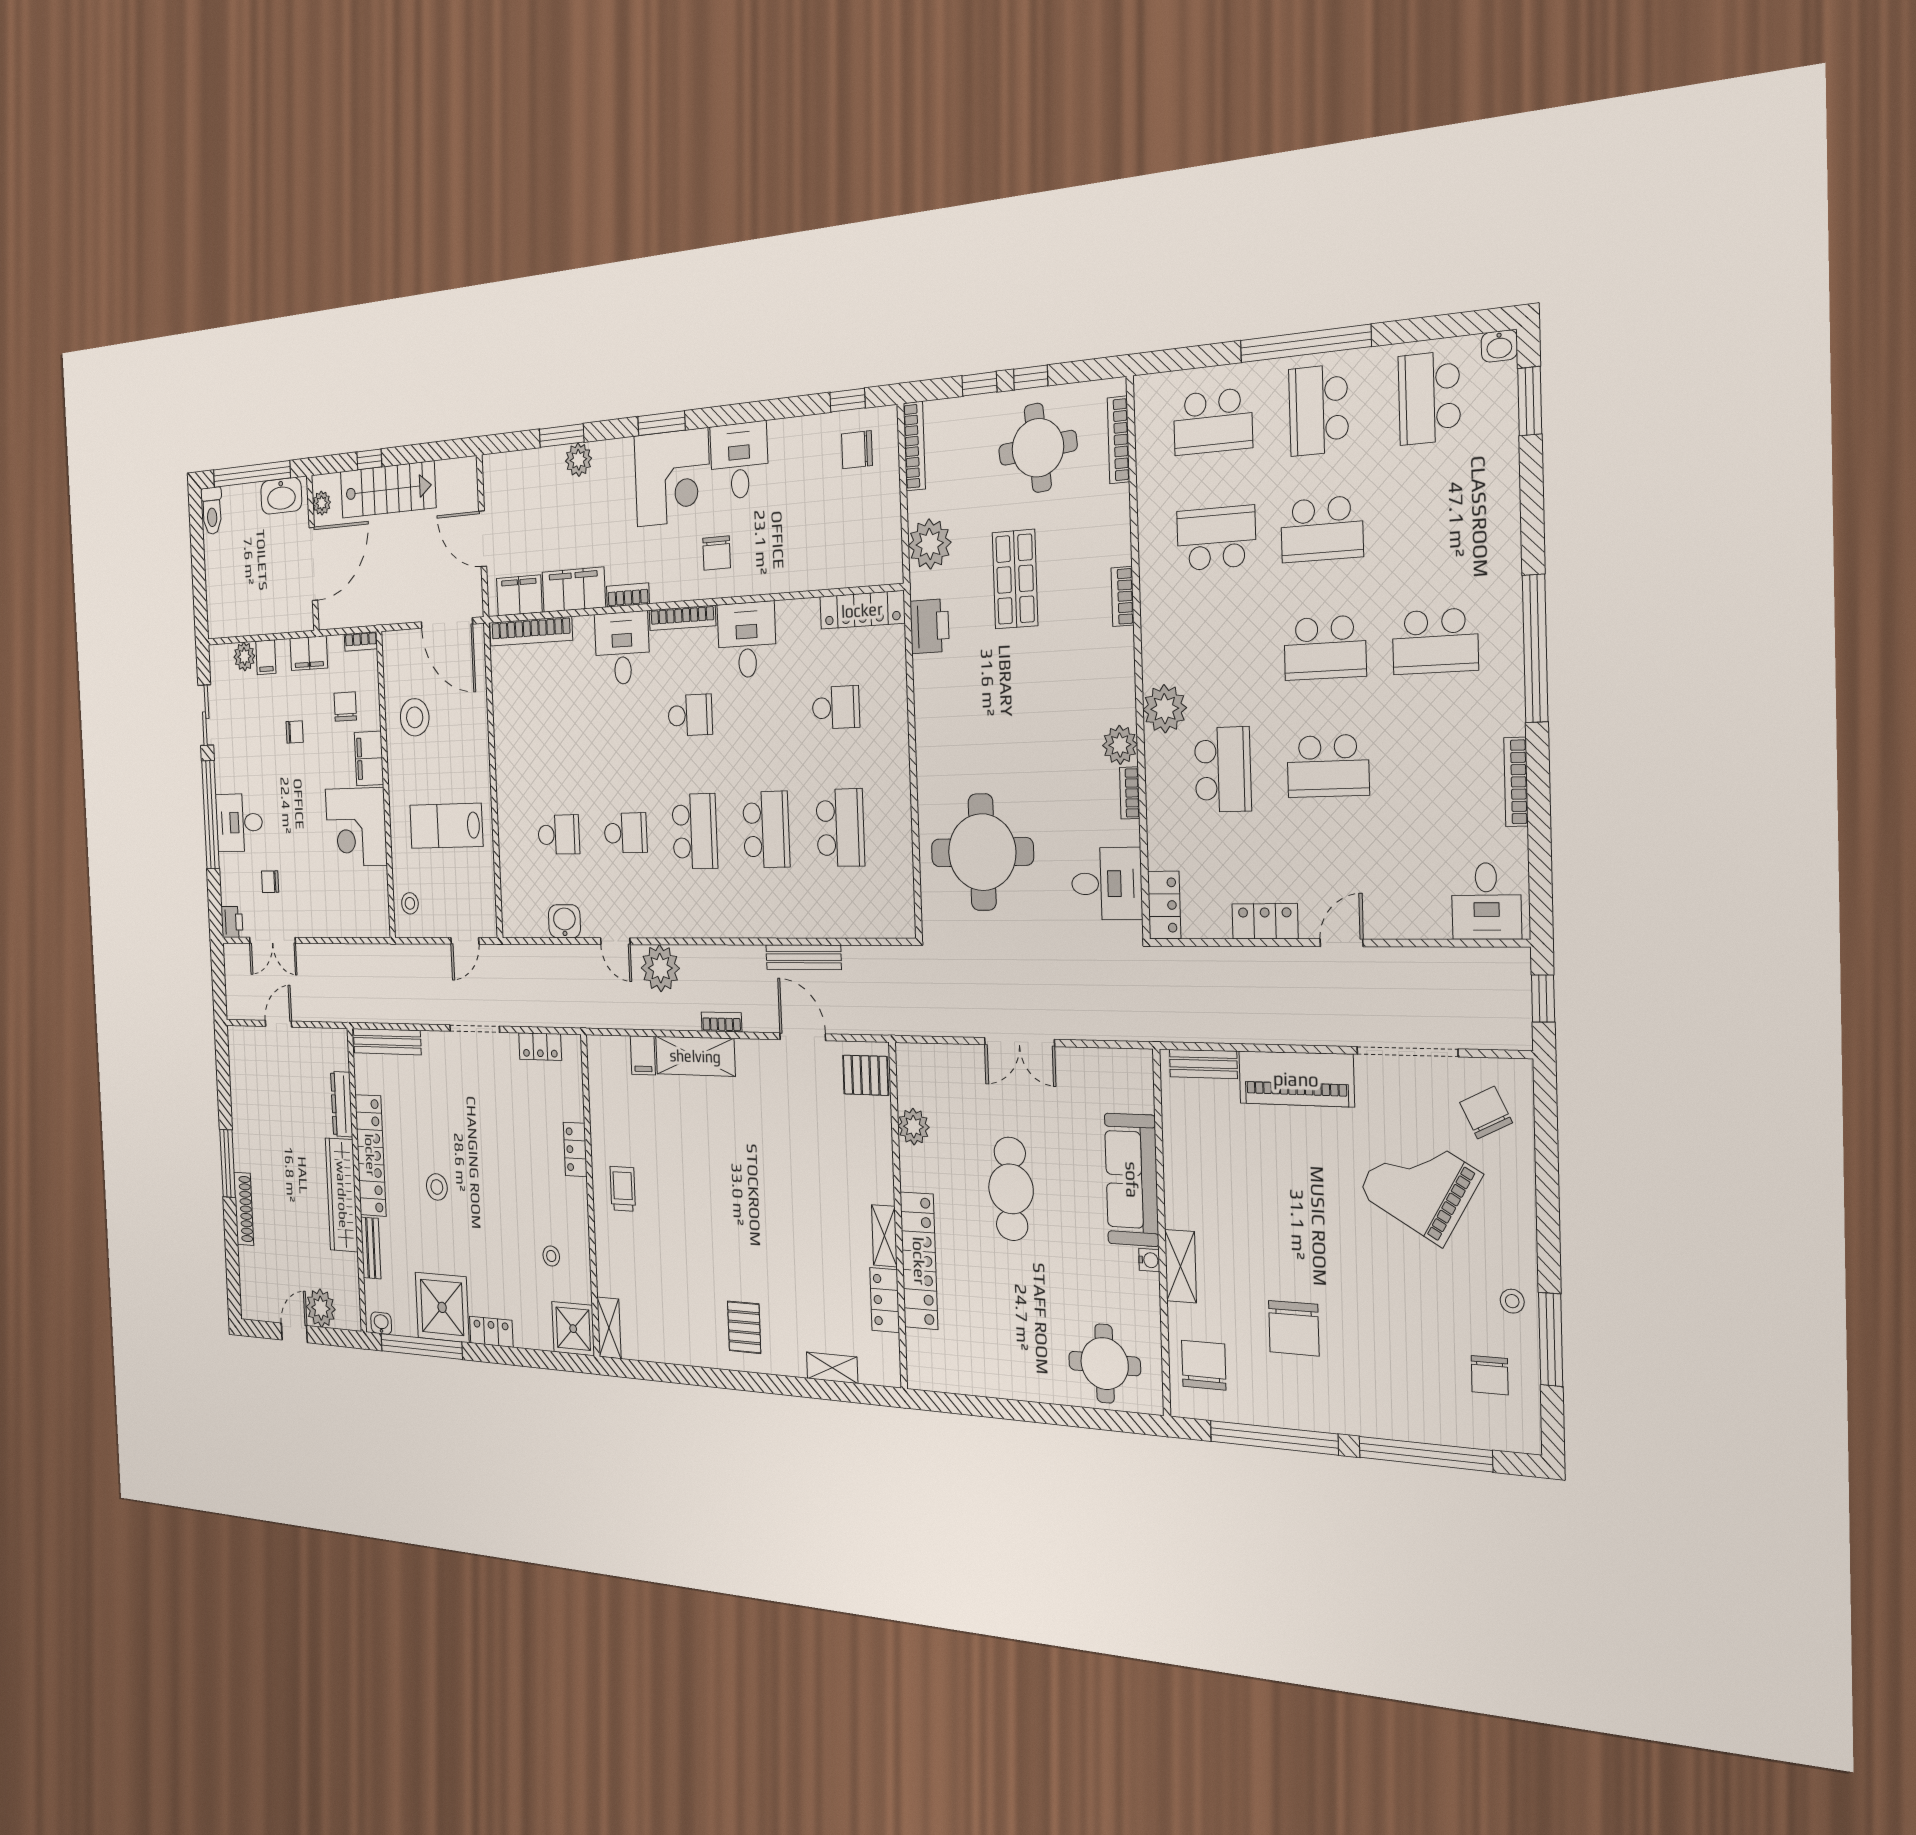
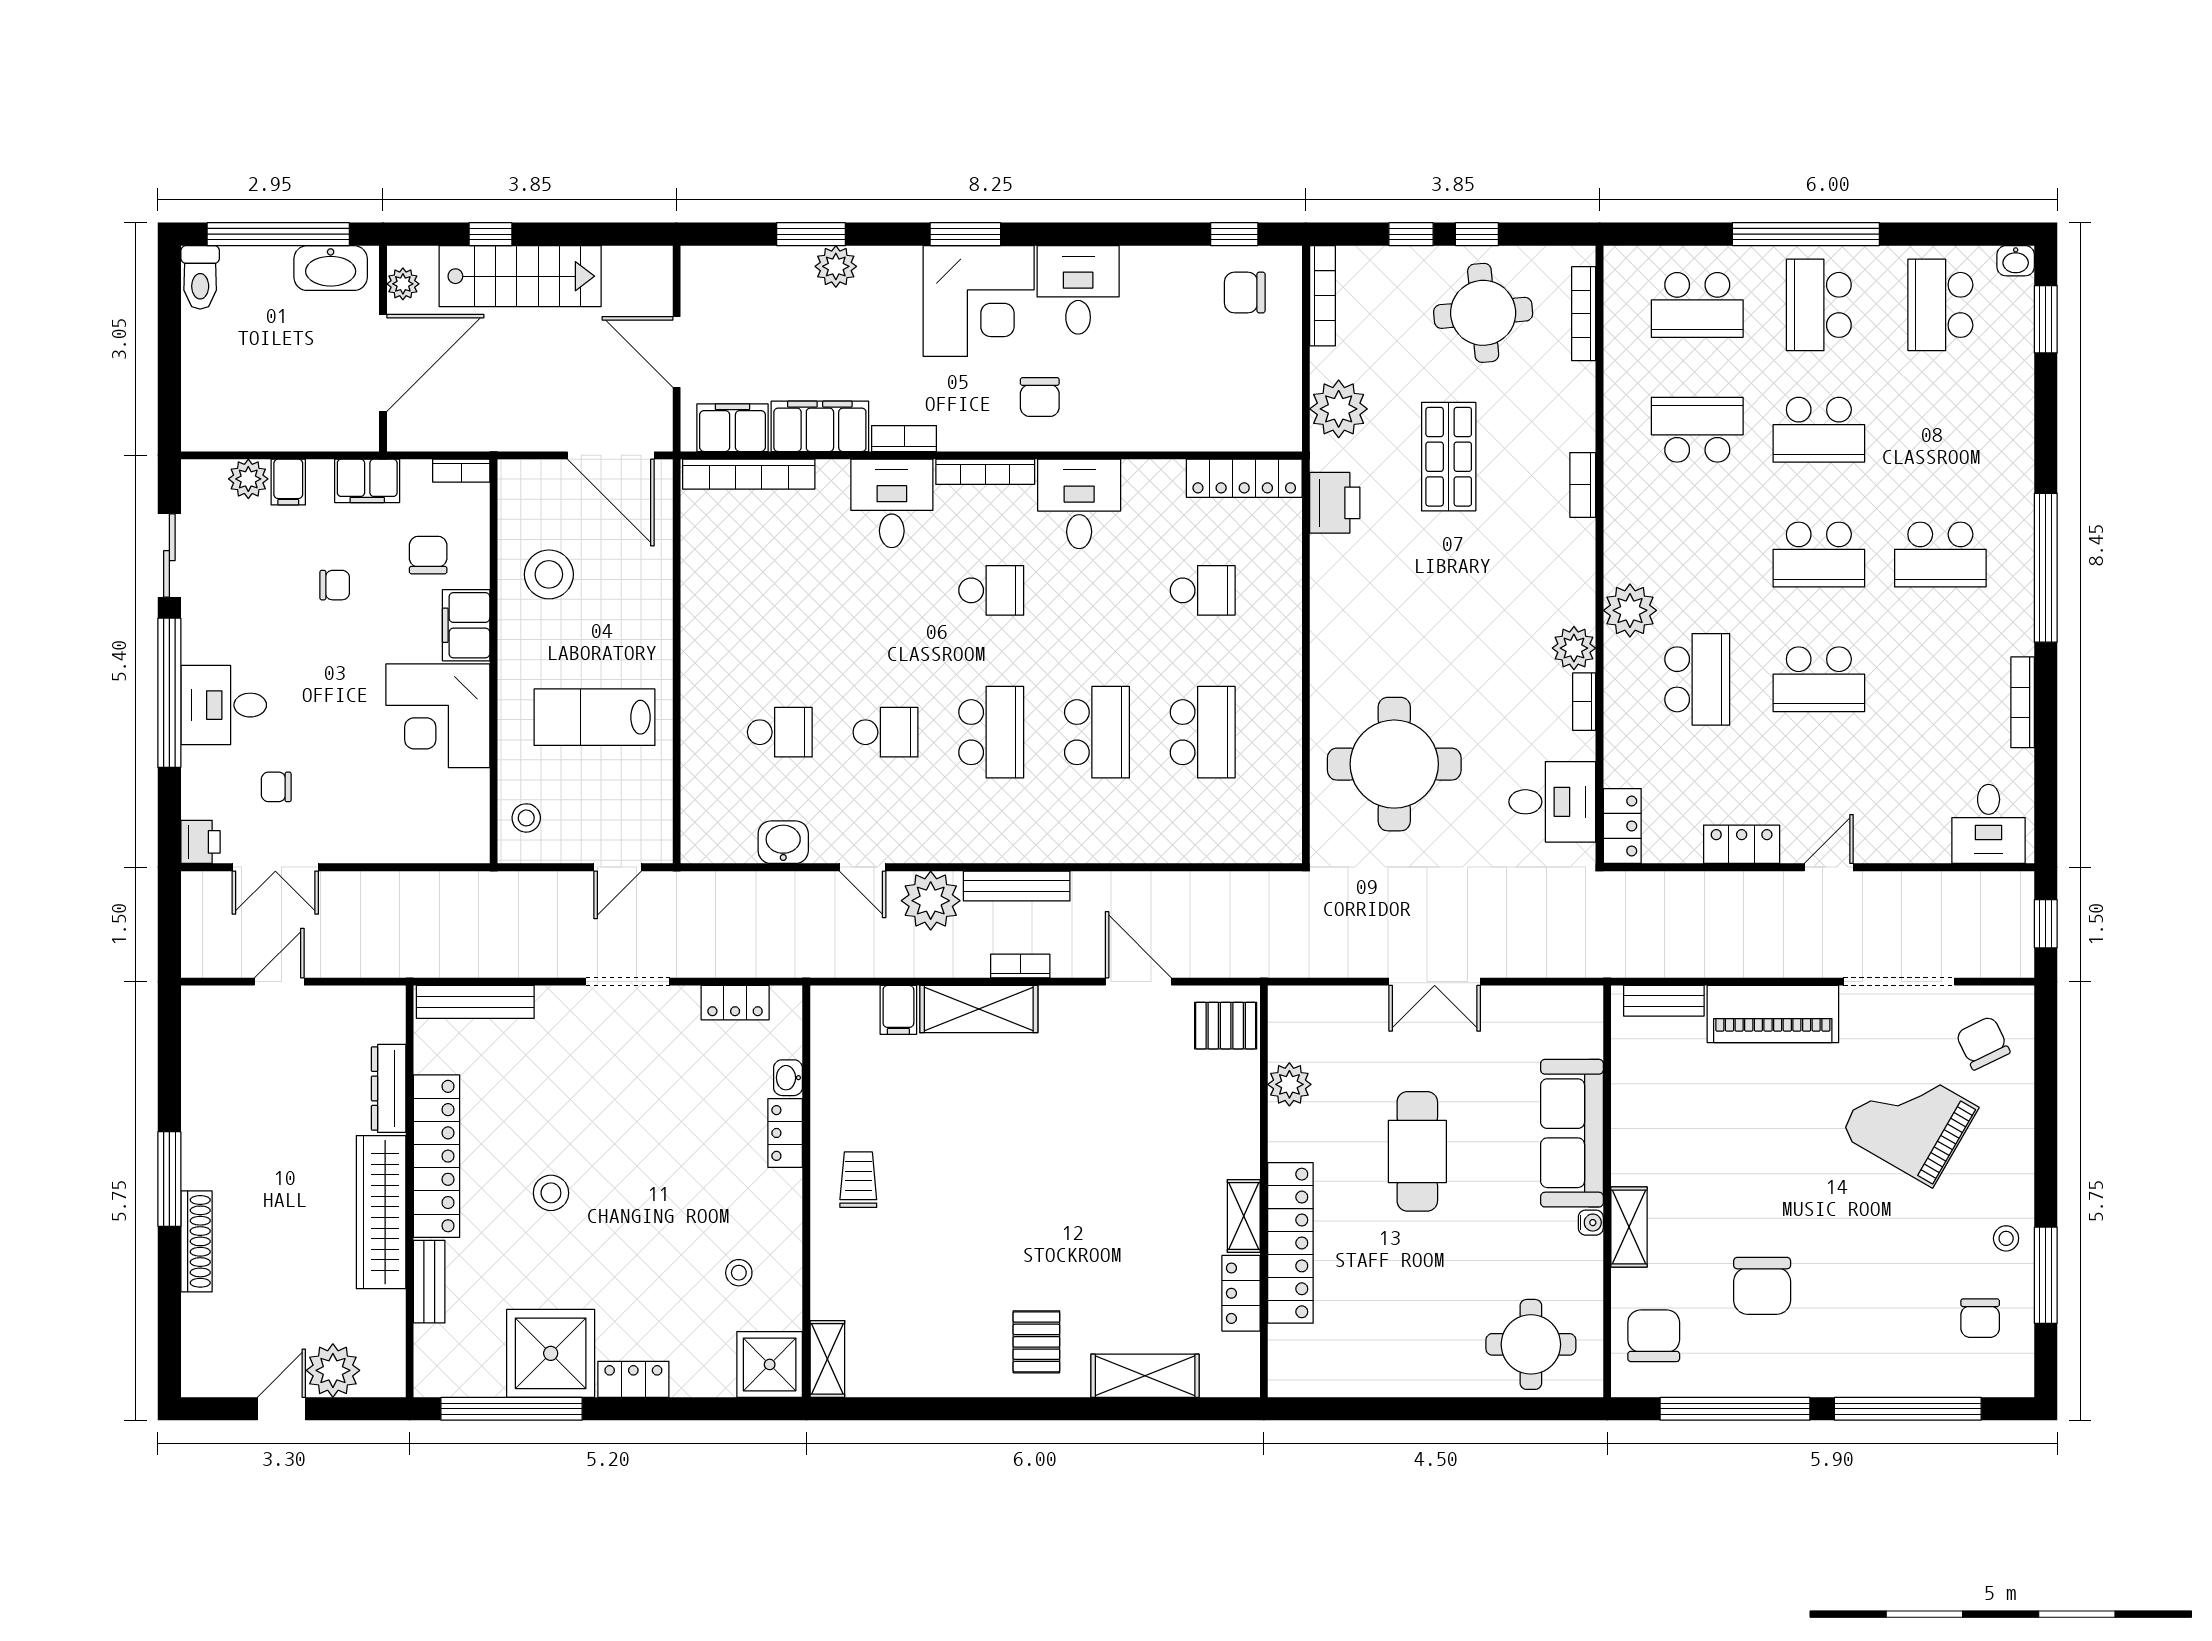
bench: (803, 957) -> (1017, 886), moved
washbasin: (381, 1323) -> (788, 1078), moved, turned -90
shelving: (832, 1368) -> (1145, 1376), width x1.50, depth x1.33

